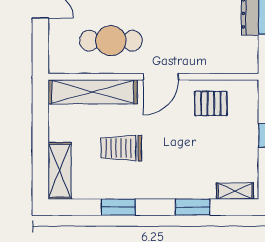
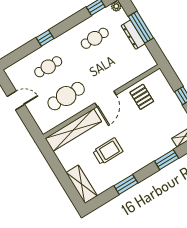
pallet: (211, 103) -> (142, 97), turned 90
trolley: (121, 148) -> (108, 151), turned 180

